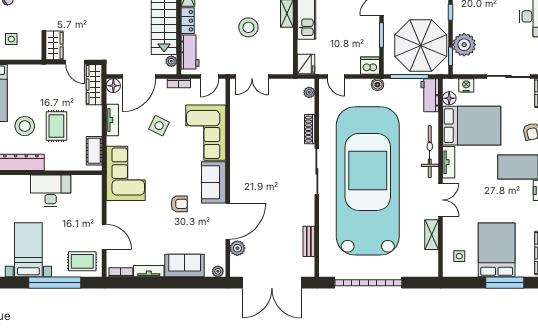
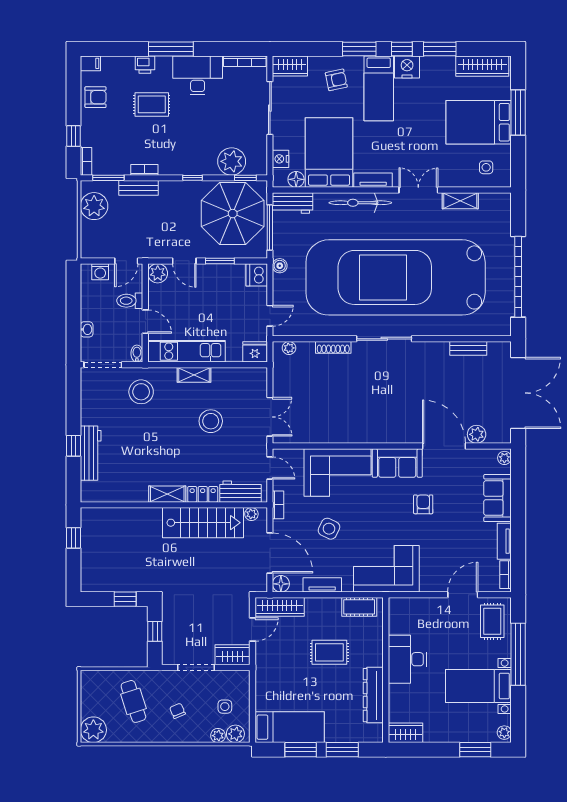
stool: (25, 126) -> (330, 690), removed

